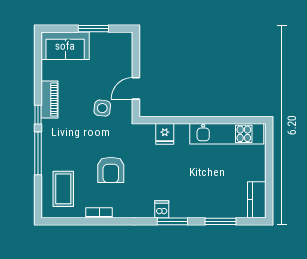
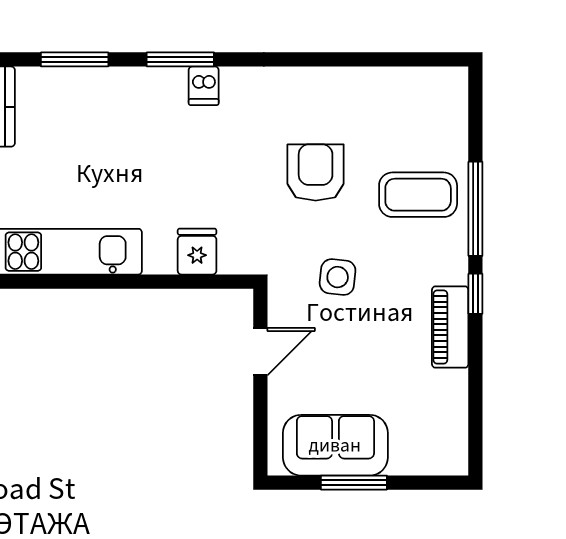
sofa: (65, 46) -> (335, 445), moved
side table: (102, 108) -> (338, 277), moved
coffee table: (63, 189) -> (418, 195), moved, turned 90
bookcase: (99, 213) -> (341, 78), removed

